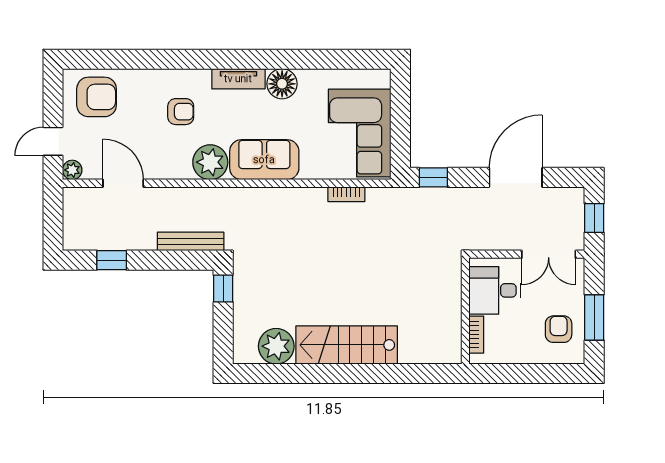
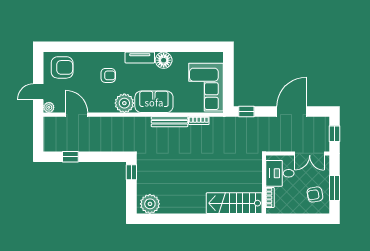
bench: (191, 241) -> (170, 122), moved
armchair: (559, 329) -> (315, 194), turned -101
stairs: (347, 345) -> (234, 203), moved
plant: (276, 346) -> (150, 204), moved

